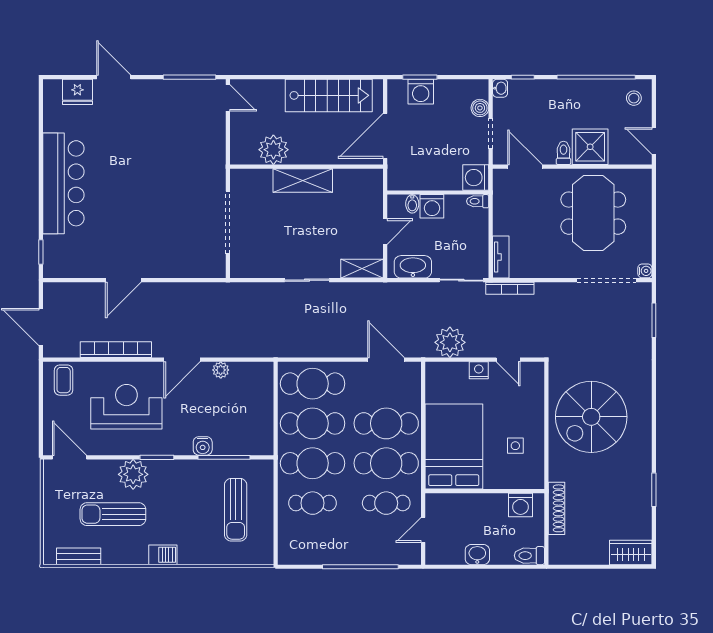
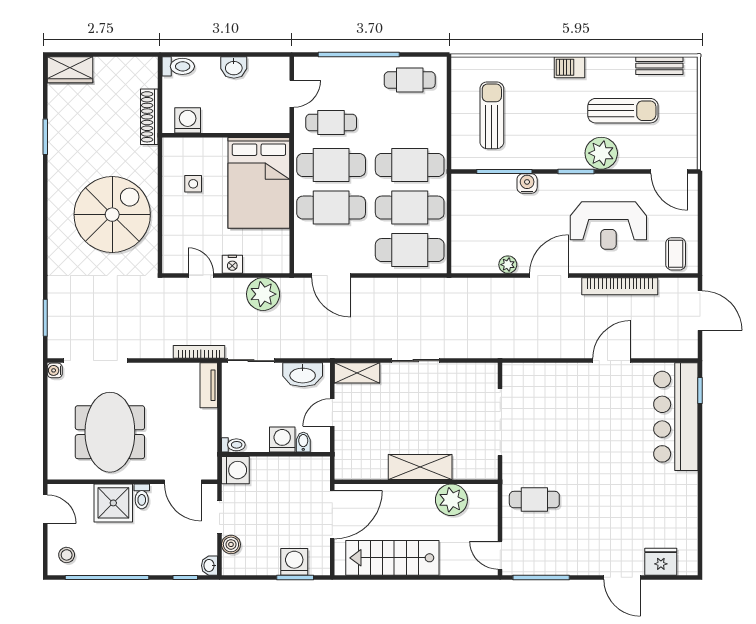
cafe table: (196, 150) -> (534, 500), added
bar counter: (63, 183) -> (676, 417), moved
cafe table: (313, 503) -> (410, 80), moved

